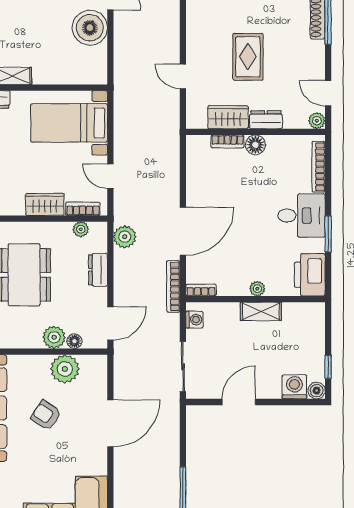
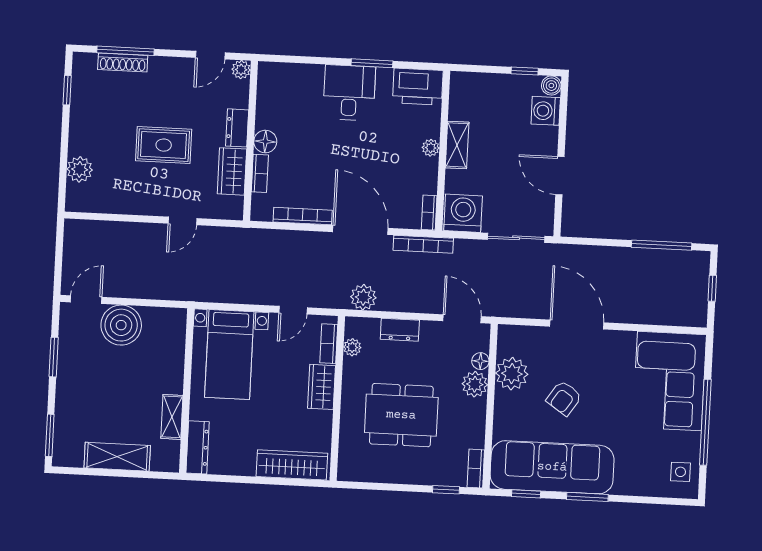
bookcase: (319, 167) -> (303, 216), moved, turned 180
washing machine: (194, 320) -> (463, 213), width x1.89, depth x1.89

